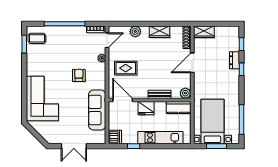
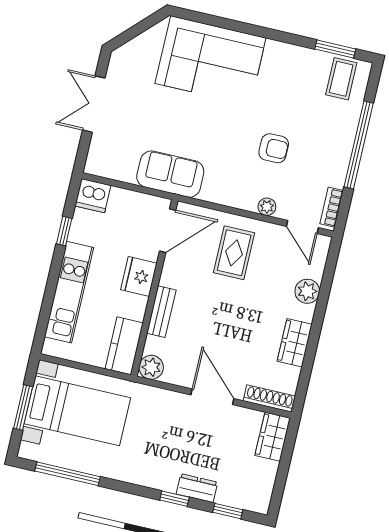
armchair: (79, 75) -> (274, 148), moved
sofa: (97, 110) -> (170, 174), width x0.73

